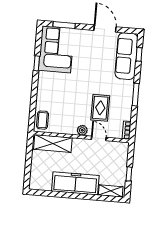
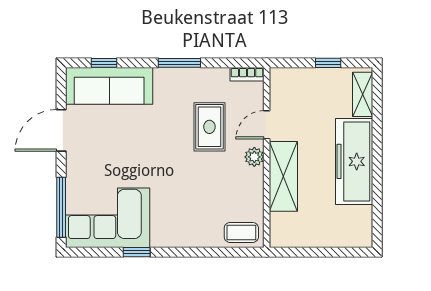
window: (64, 25) -> (61, 207), width x1.44
rug: (100, 108) -> (209, 127), turned 90
shelving: (53, 144) -> (283, 176), moved

